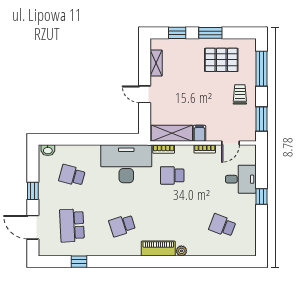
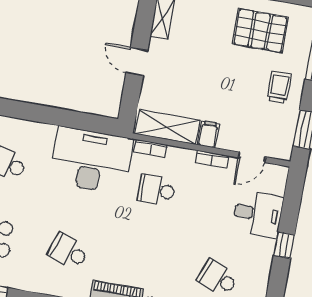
school desk: (122, 225) -> (68, 251), turned 36

